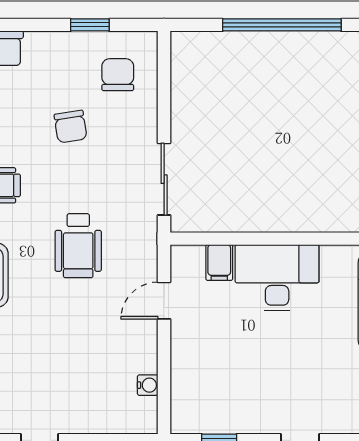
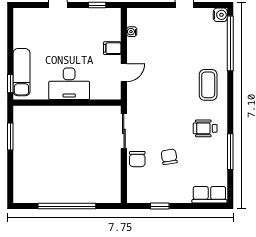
chair: (118, 75) -> (137, 159), moved
wheelchair: (78, 246) -> (165, 99), removed
filing cabinet: (219, 262) -> (112, 48), moved, turned -90

